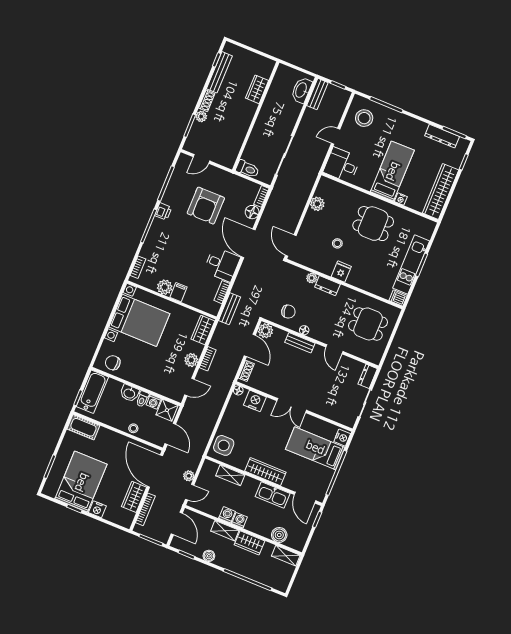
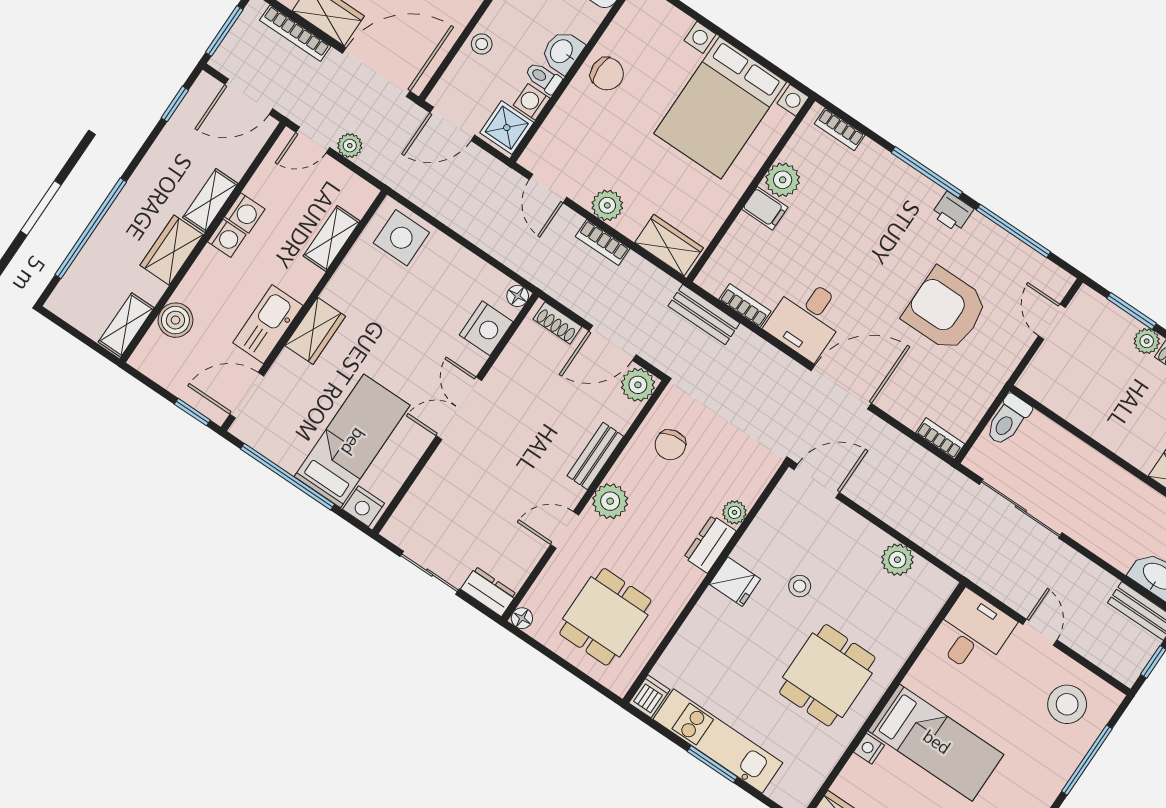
floor lamp: (252, 212) -> (909, 410), removed
floor lamp: (304, 330) -> (522, 618), moved
plant: (318, 332) -> (610, 501), added
chair: (113, 363) -> (607, 74), moved, turned 90
wardrobe: (265, 472) -> (315, 331), width x0.67
door: (190, 492) -> (313, 140), hinge flipped
boiler: (209, 556) -> (162, 153), removed

